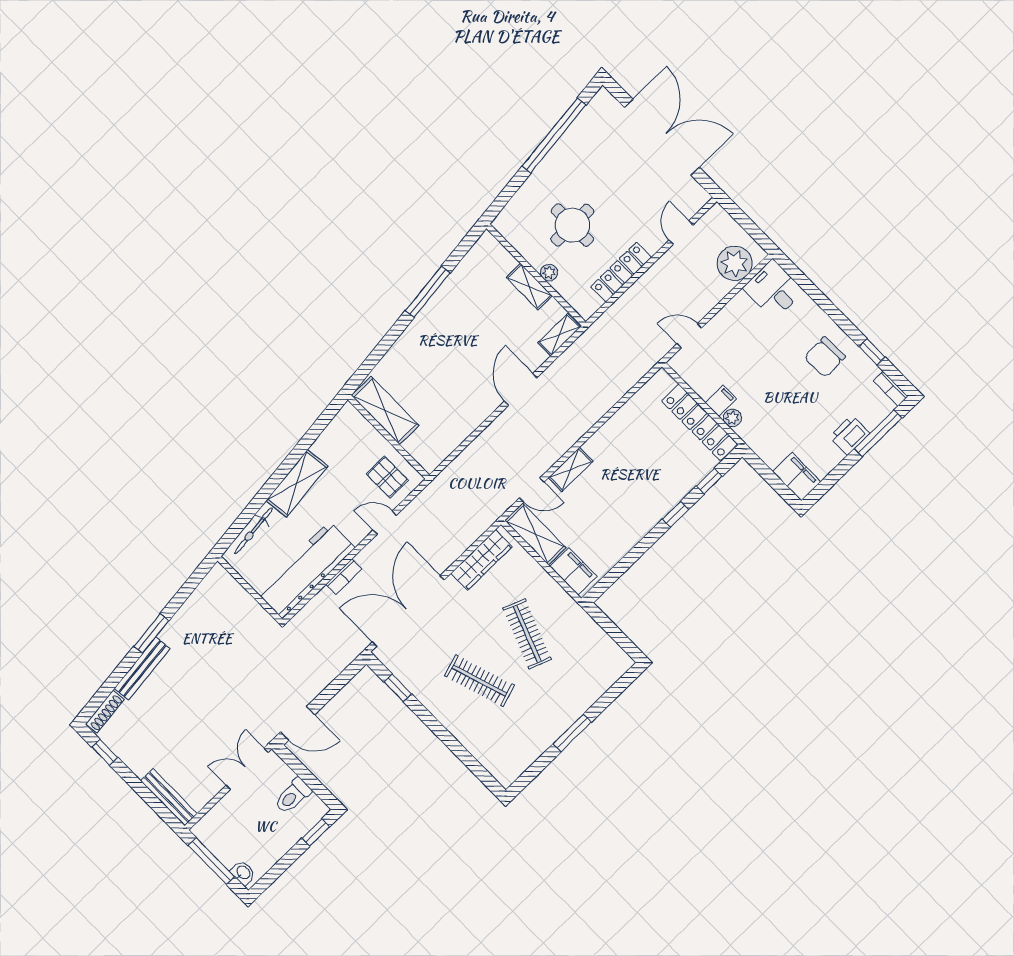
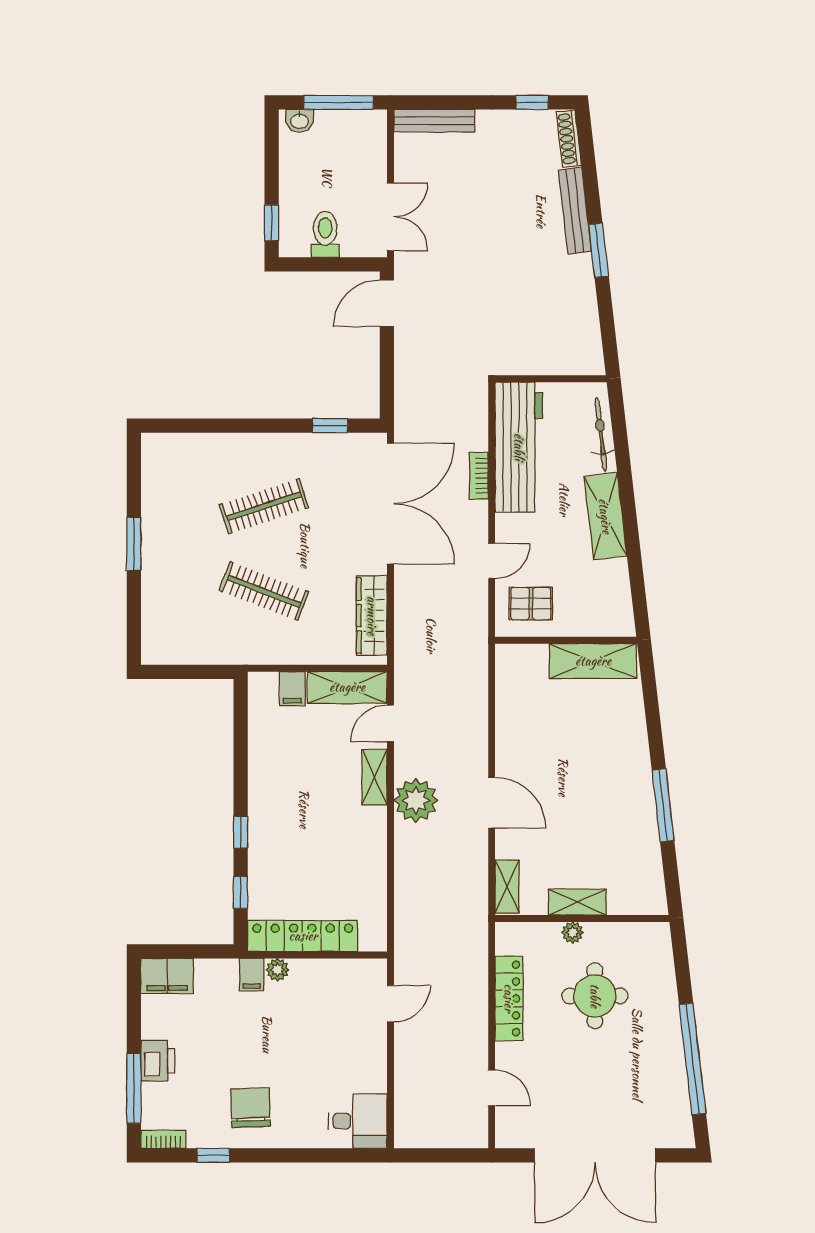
plant: (735, 263) -> (416, 800), moved
filing cabinet: (721, 401) -> (252, 975), moved
filing cabinet: (573, 571) -> (292, 689), width x0.50

